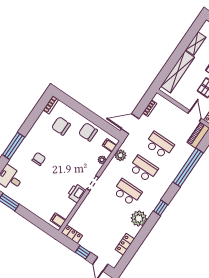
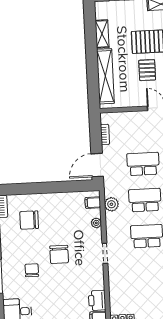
chair: (88, 132) -> (59, 254), moved, turned -90
printer: (76, 193) -> (97, 300), moved

